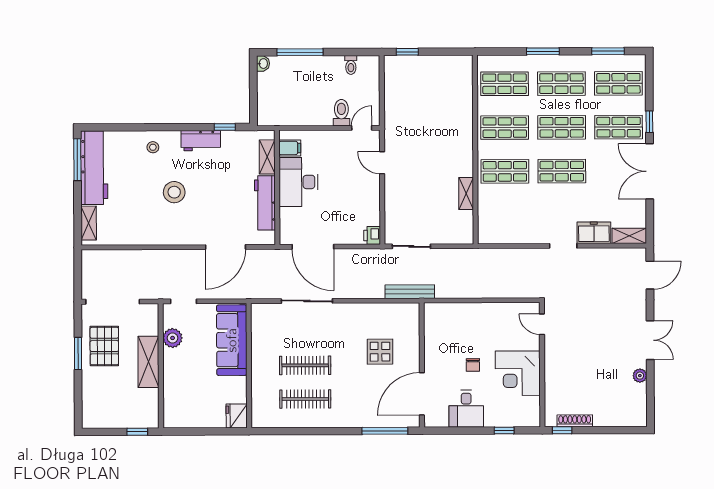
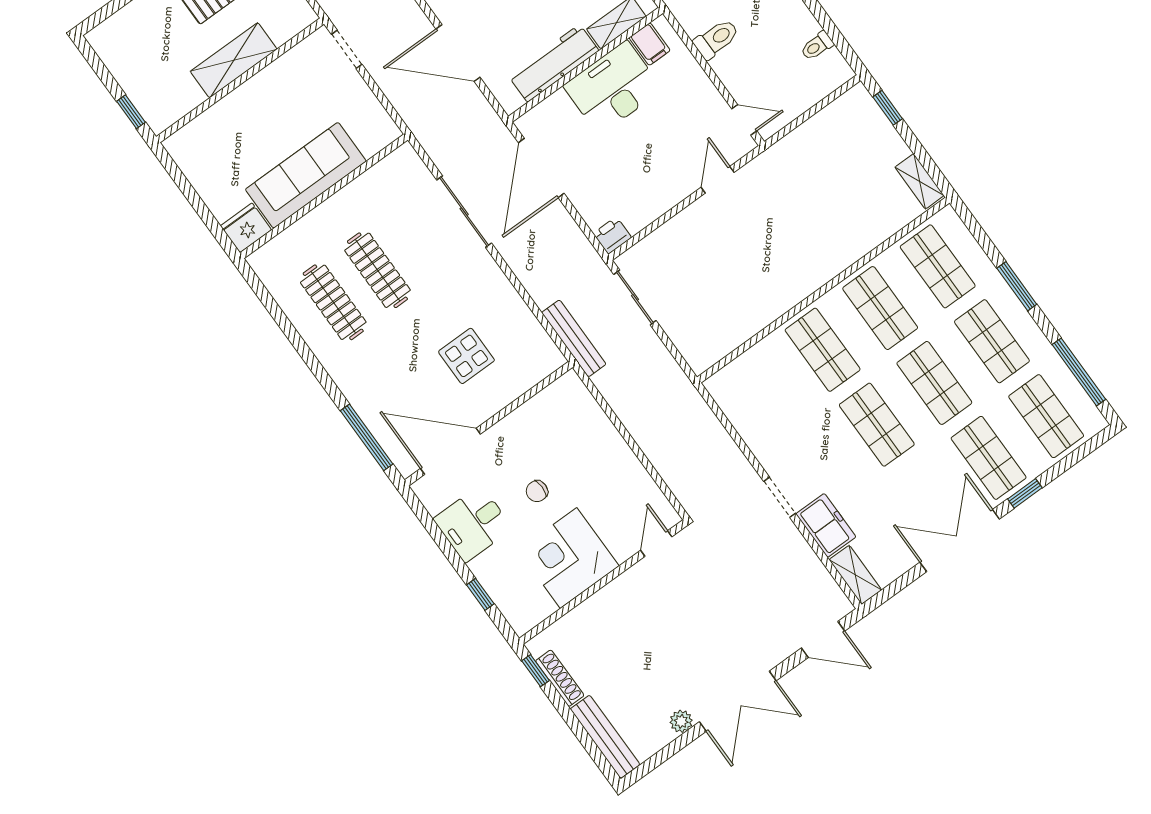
window: (608, 51) -> (1079, 372), width x1.44
toilet: (341, 113) -> (716, 39), moved
shelving: (466, 194) -> (920, 181), moved, turned 90
plant: (173, 338) -> (288, 69), removed
sofa: (232, 340) -> (306, 175), moved
double door: (650, 340) -> (738, 701), width x1.37
bench: (620, 419) -> (605, 737), added

